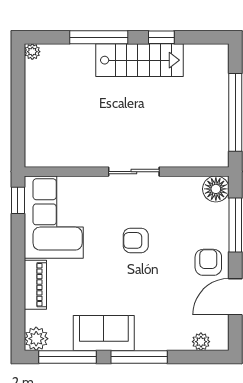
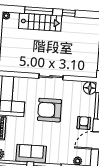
stairs: (140, 60) -> (40, 22), moved
armchair: (136, 240) -> (50, 110), width x1.88, depth x1.88

